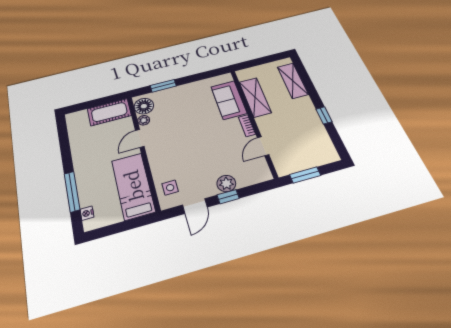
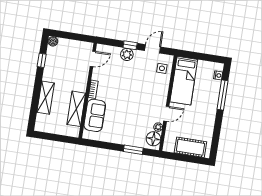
shelving: (293, 81) -> (46, 98), moved
cot: (109, 112) -> (190, 147), moved
window: (324, 115) -> (42, 60), moved
door: (263, 146) -> (93, 59), moved
boiler: (332, 156) -> (53, 41), added
window: (305, 175) -> (77, 37), removed

